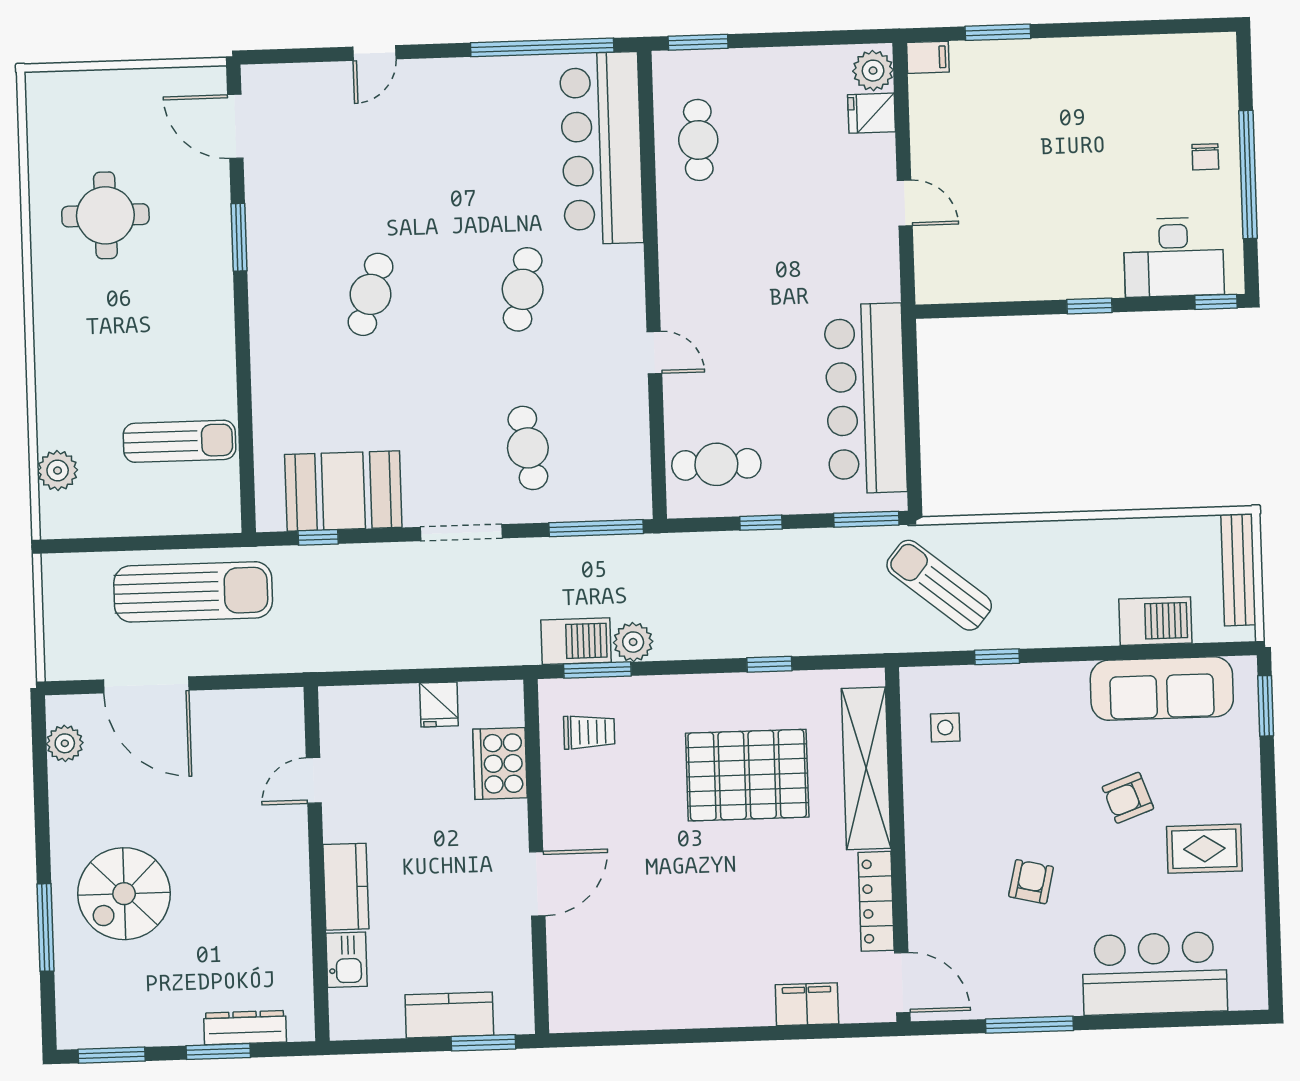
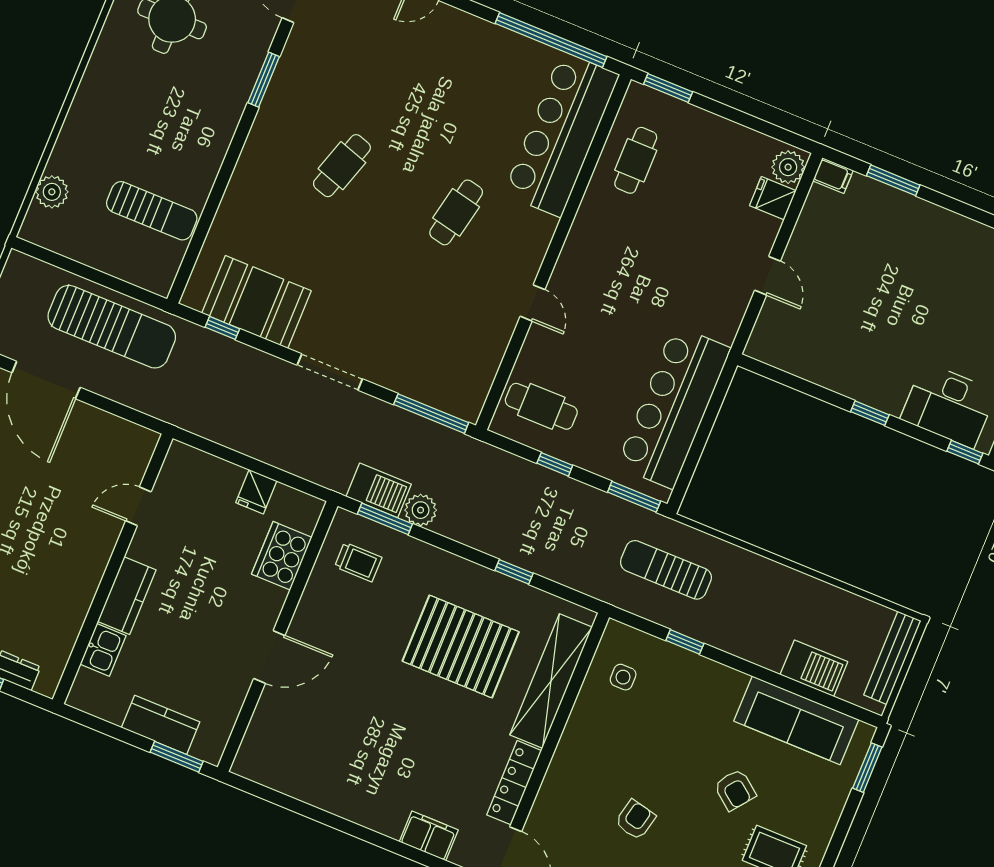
cafe table: (528, 448) -> (407, 332), removed
sun lounger: (939, 585) -> (666, 570), turned -39
armchair: (1128, 798) -> (735, 790), turned -122

